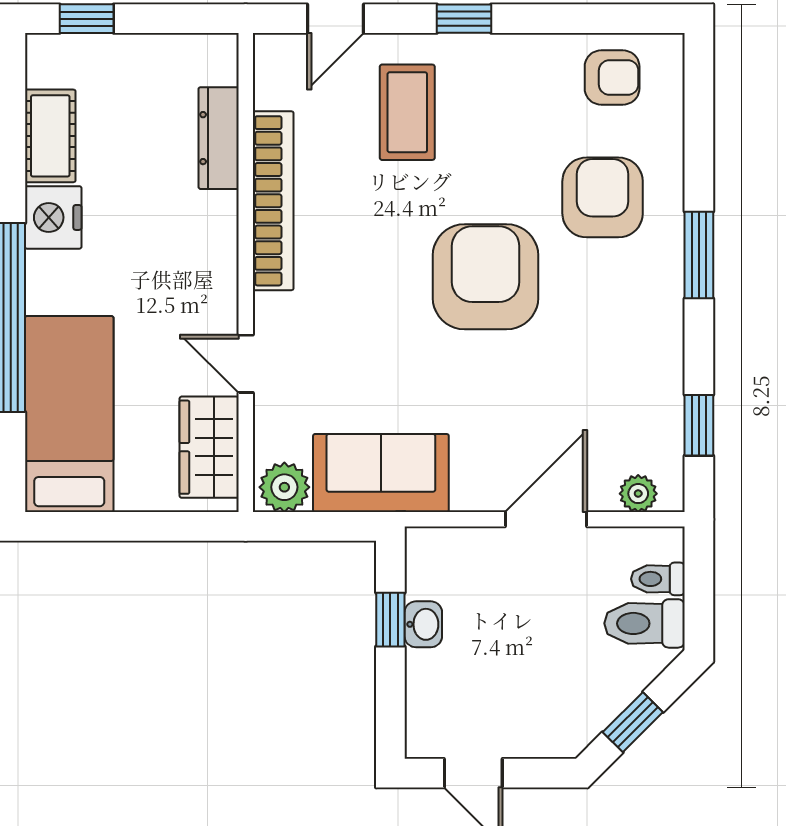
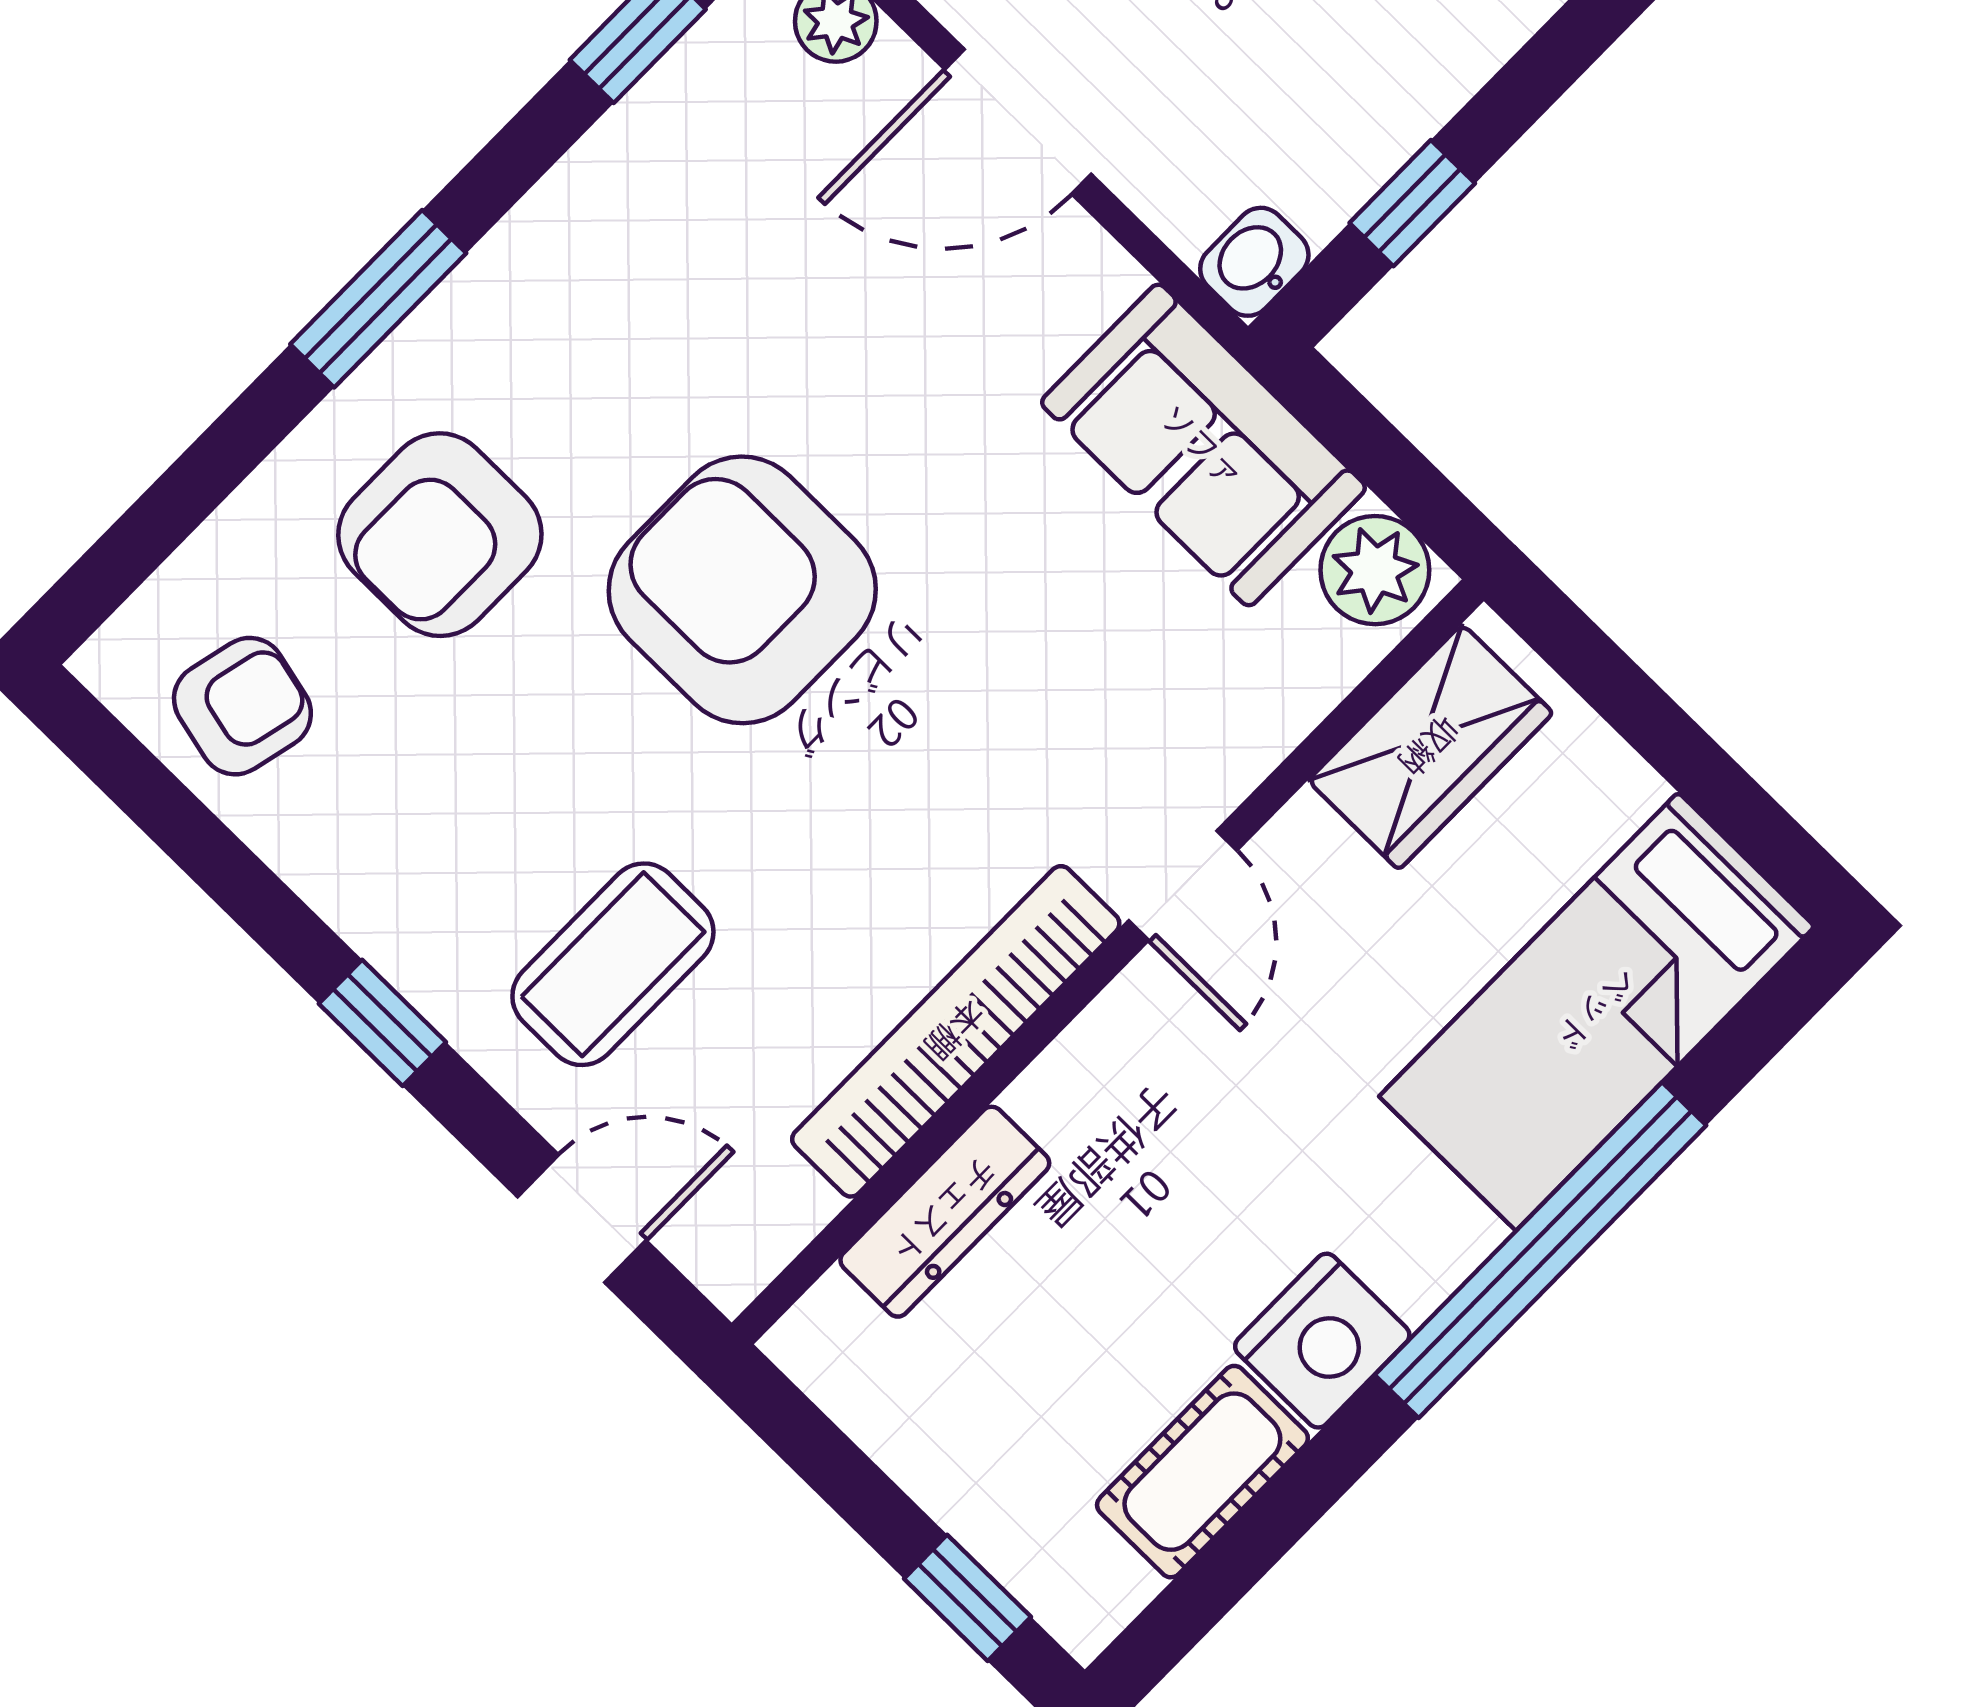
armchair: (612, 77) -> (242, 706), turned 103
armchair: (486, 277) -> (742, 590), turned 90
door: (246, 364) -> (1183, 886), moved
washbasin: (423, 624) -> (1254, 262), moved

